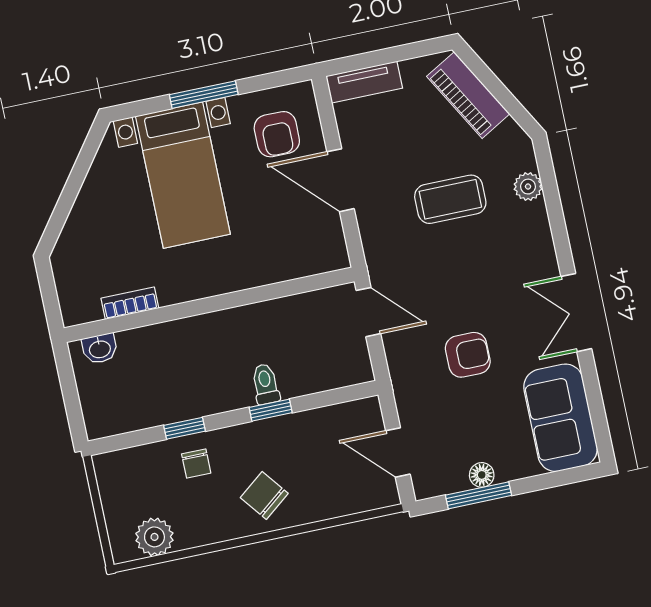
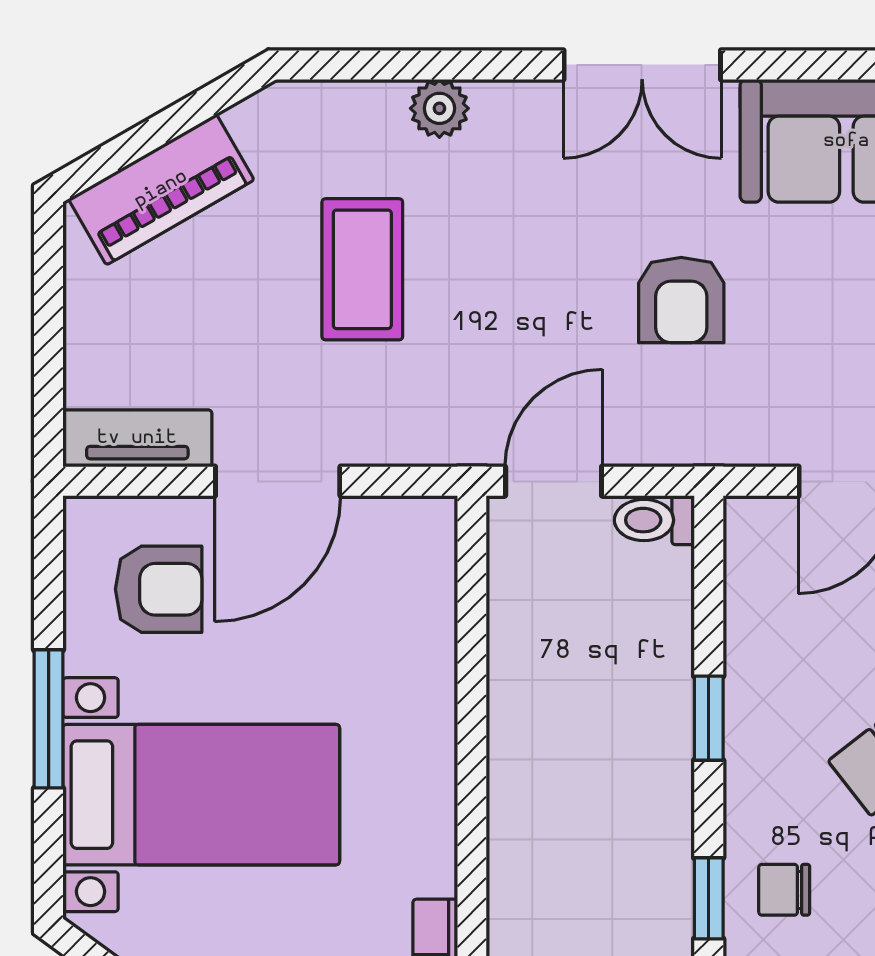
tv unit: (364, 82) -> (137, 438), moved, turned -90
plant: (528, 187) -> (439, 108), moved
armchair: (468, 355) -> (681, 300), turned 180
toilet: (266, 384) -> (654, 520), moved
chair: (196, 463) -> (784, 890), turned 180

